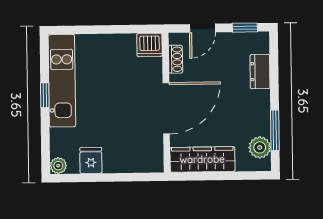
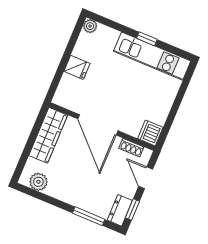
dresser: (260, 72) -> (120, 210), moved, turned -90
window: (275, 130) -> (89, 216), moved
fridge: (91, 160) -> (77, 67), moved

